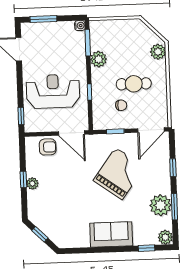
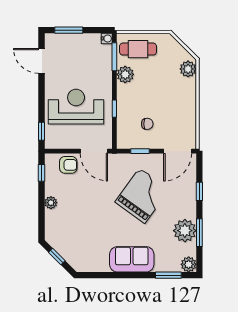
cafe table: (134, 84) -> (138, 49), moved
window: (23, 179) -> (41, 173), moved
window: (146, 248) -> (168, 275), width x1.50

